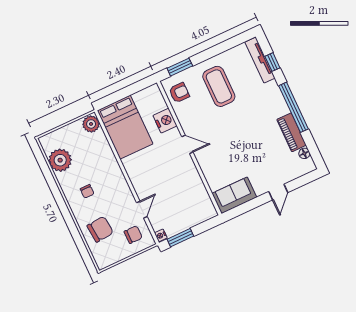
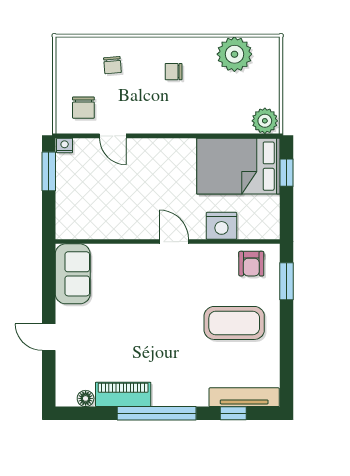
window: (116, 97) -> (286, 173), added
door: (187, 144) -> (174, 242), swing flipped
chair: (100, 229) -> (112, 65), width x0.54, depth x0.54

